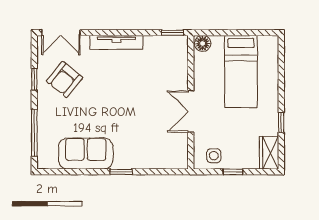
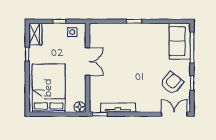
tv unit: (117, 42) -> (118, 108), moved
bed: (241, 72) -> (49, 88), width x1.50
sofa: (86, 154) -> (180, 41), moved, turned 90

